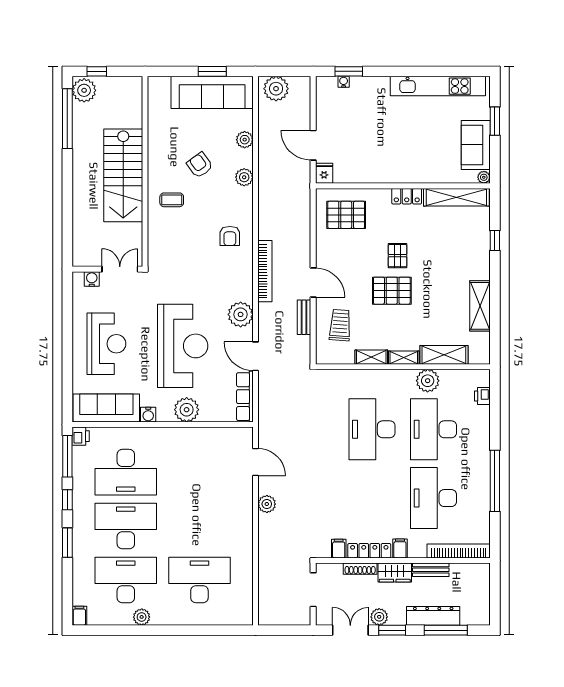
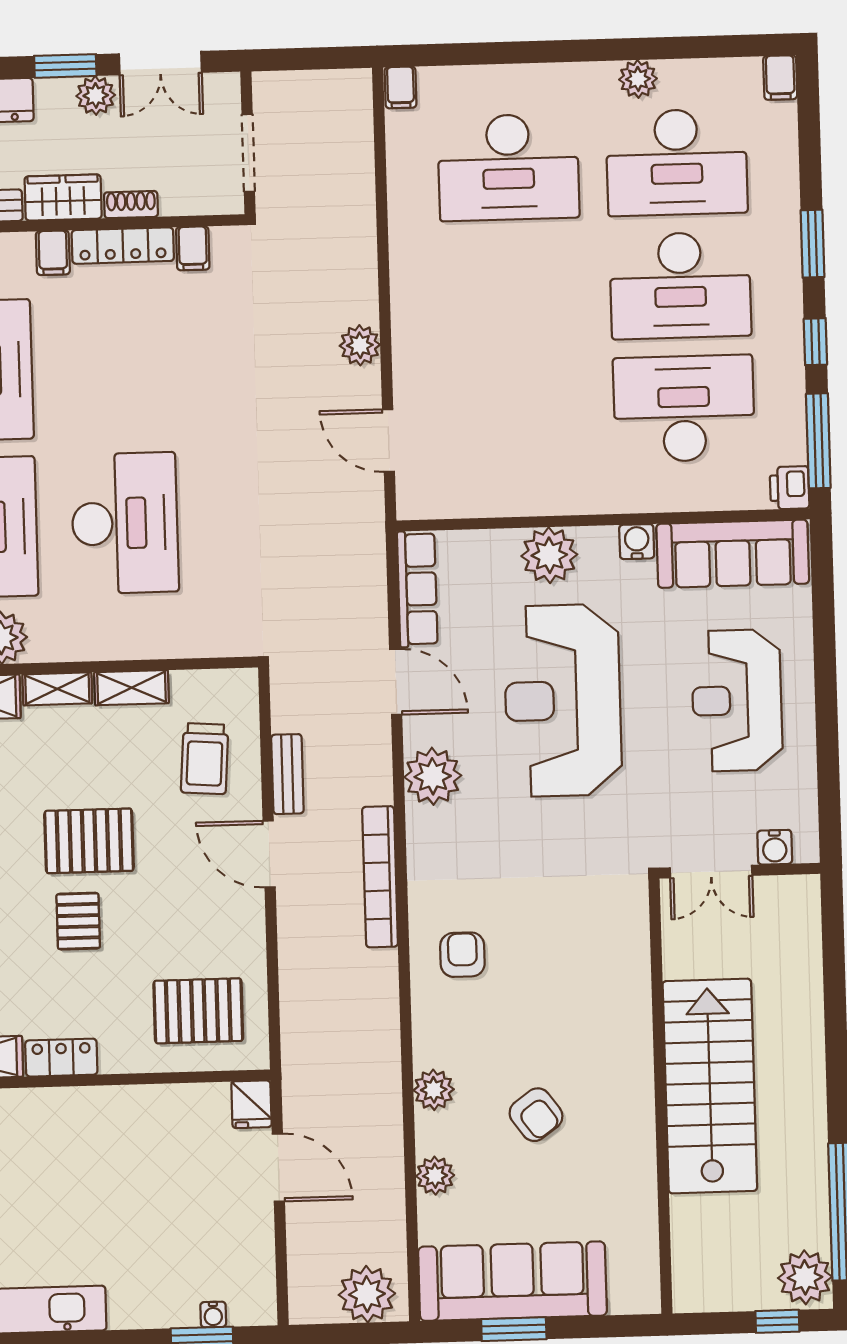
coffee table: (172, 200) -> (598, 1033), removed
shoe rack: (360, 569) -> (131, 205), width x0.70
filing cabinet: (246, 616) -> (400, 87), added

